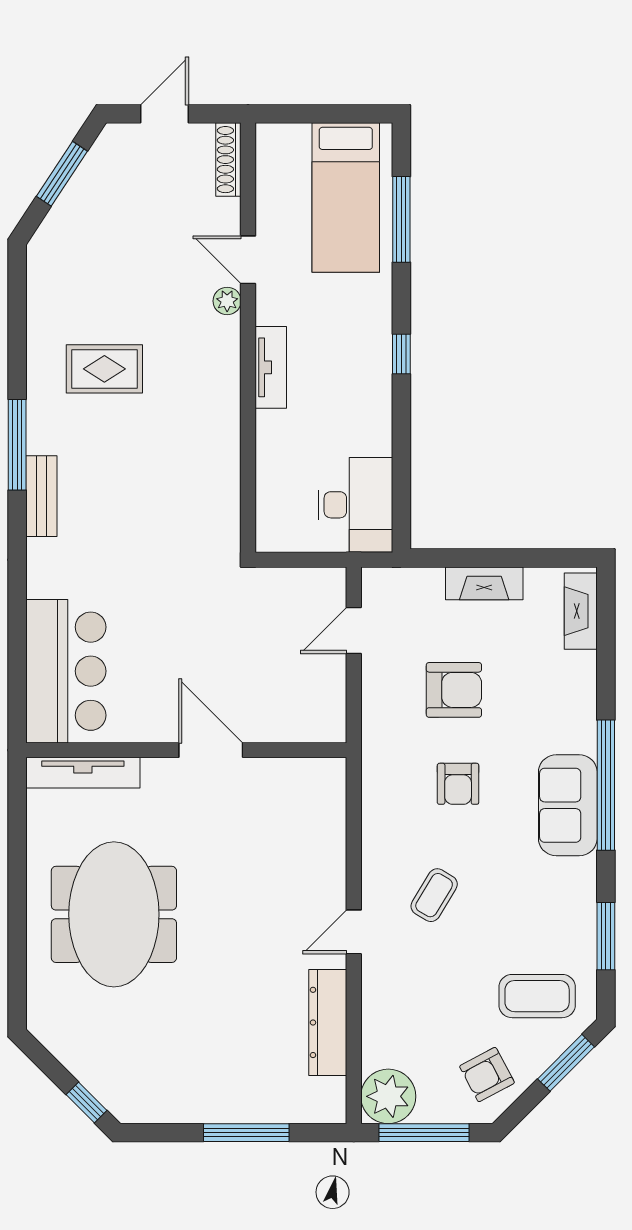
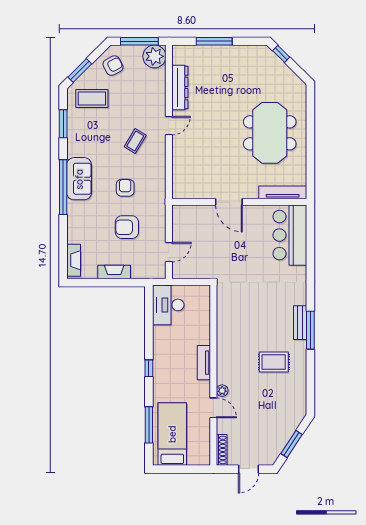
bench: (41, 496) -> (300, 323), moved

